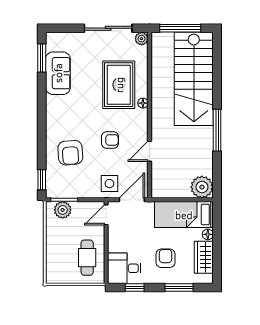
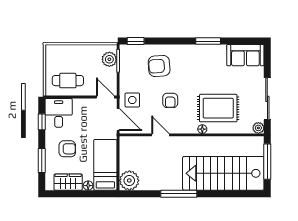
window: (42, 58) -> (208, 41), moved
sofa: (58, 73) -> (245, 55), moved

